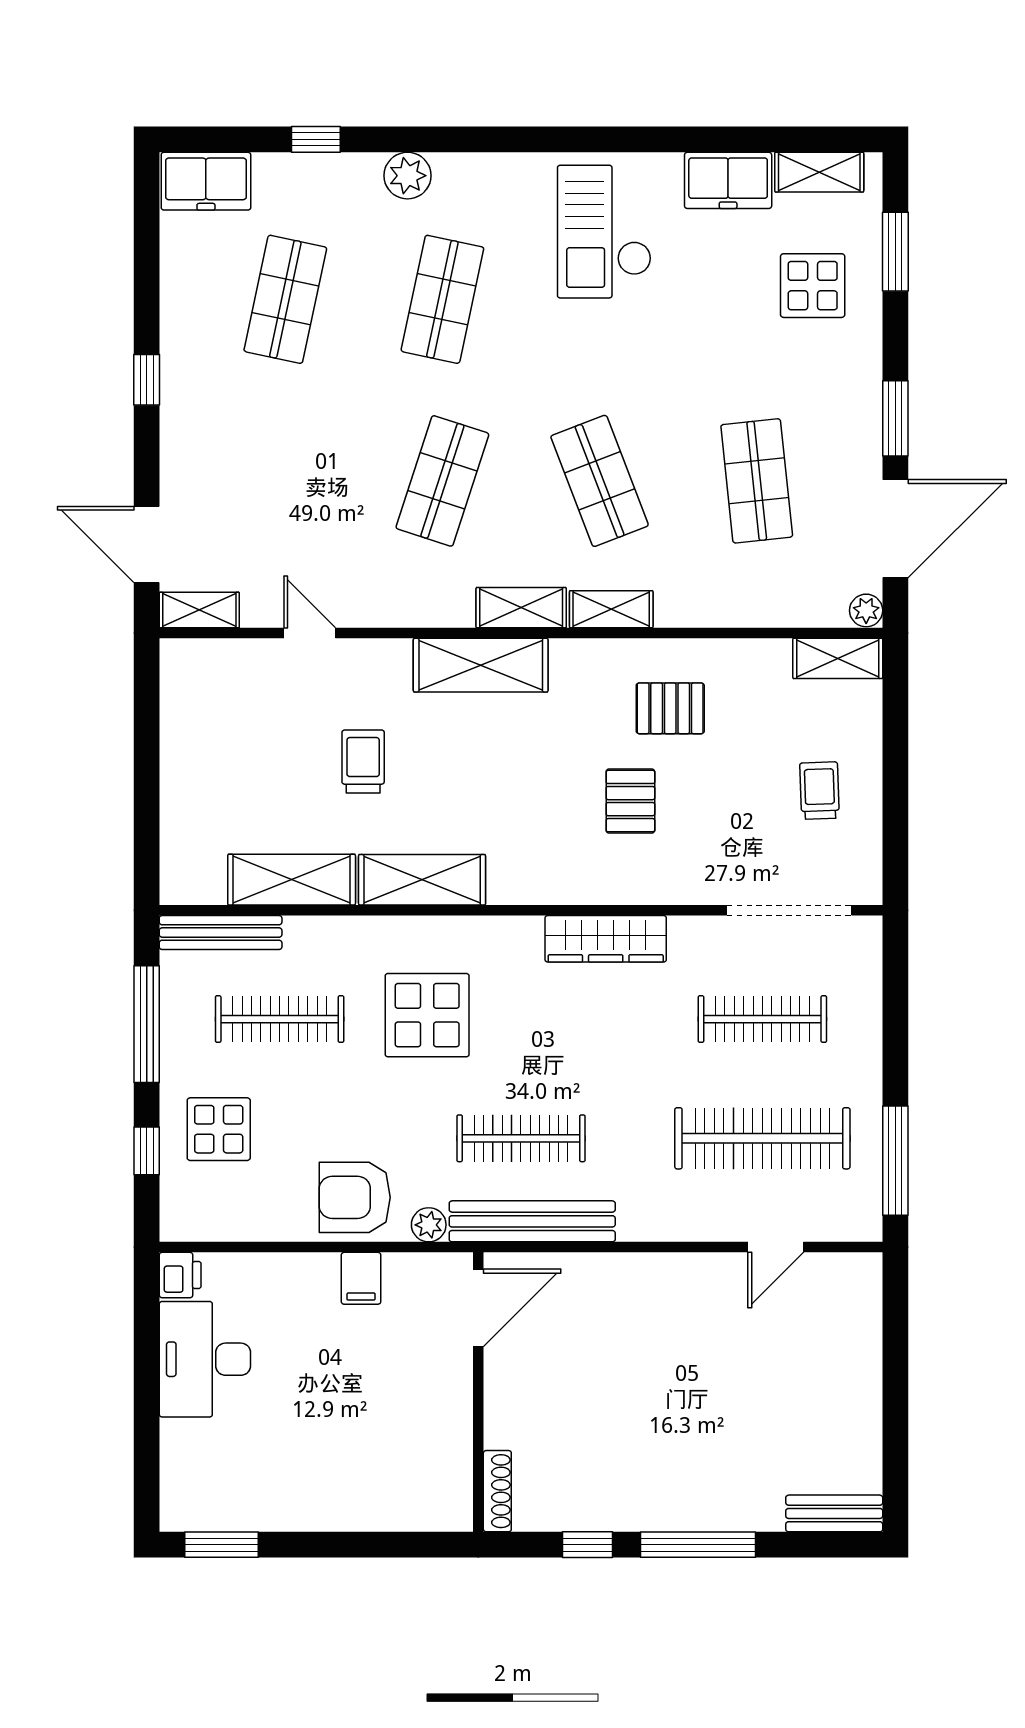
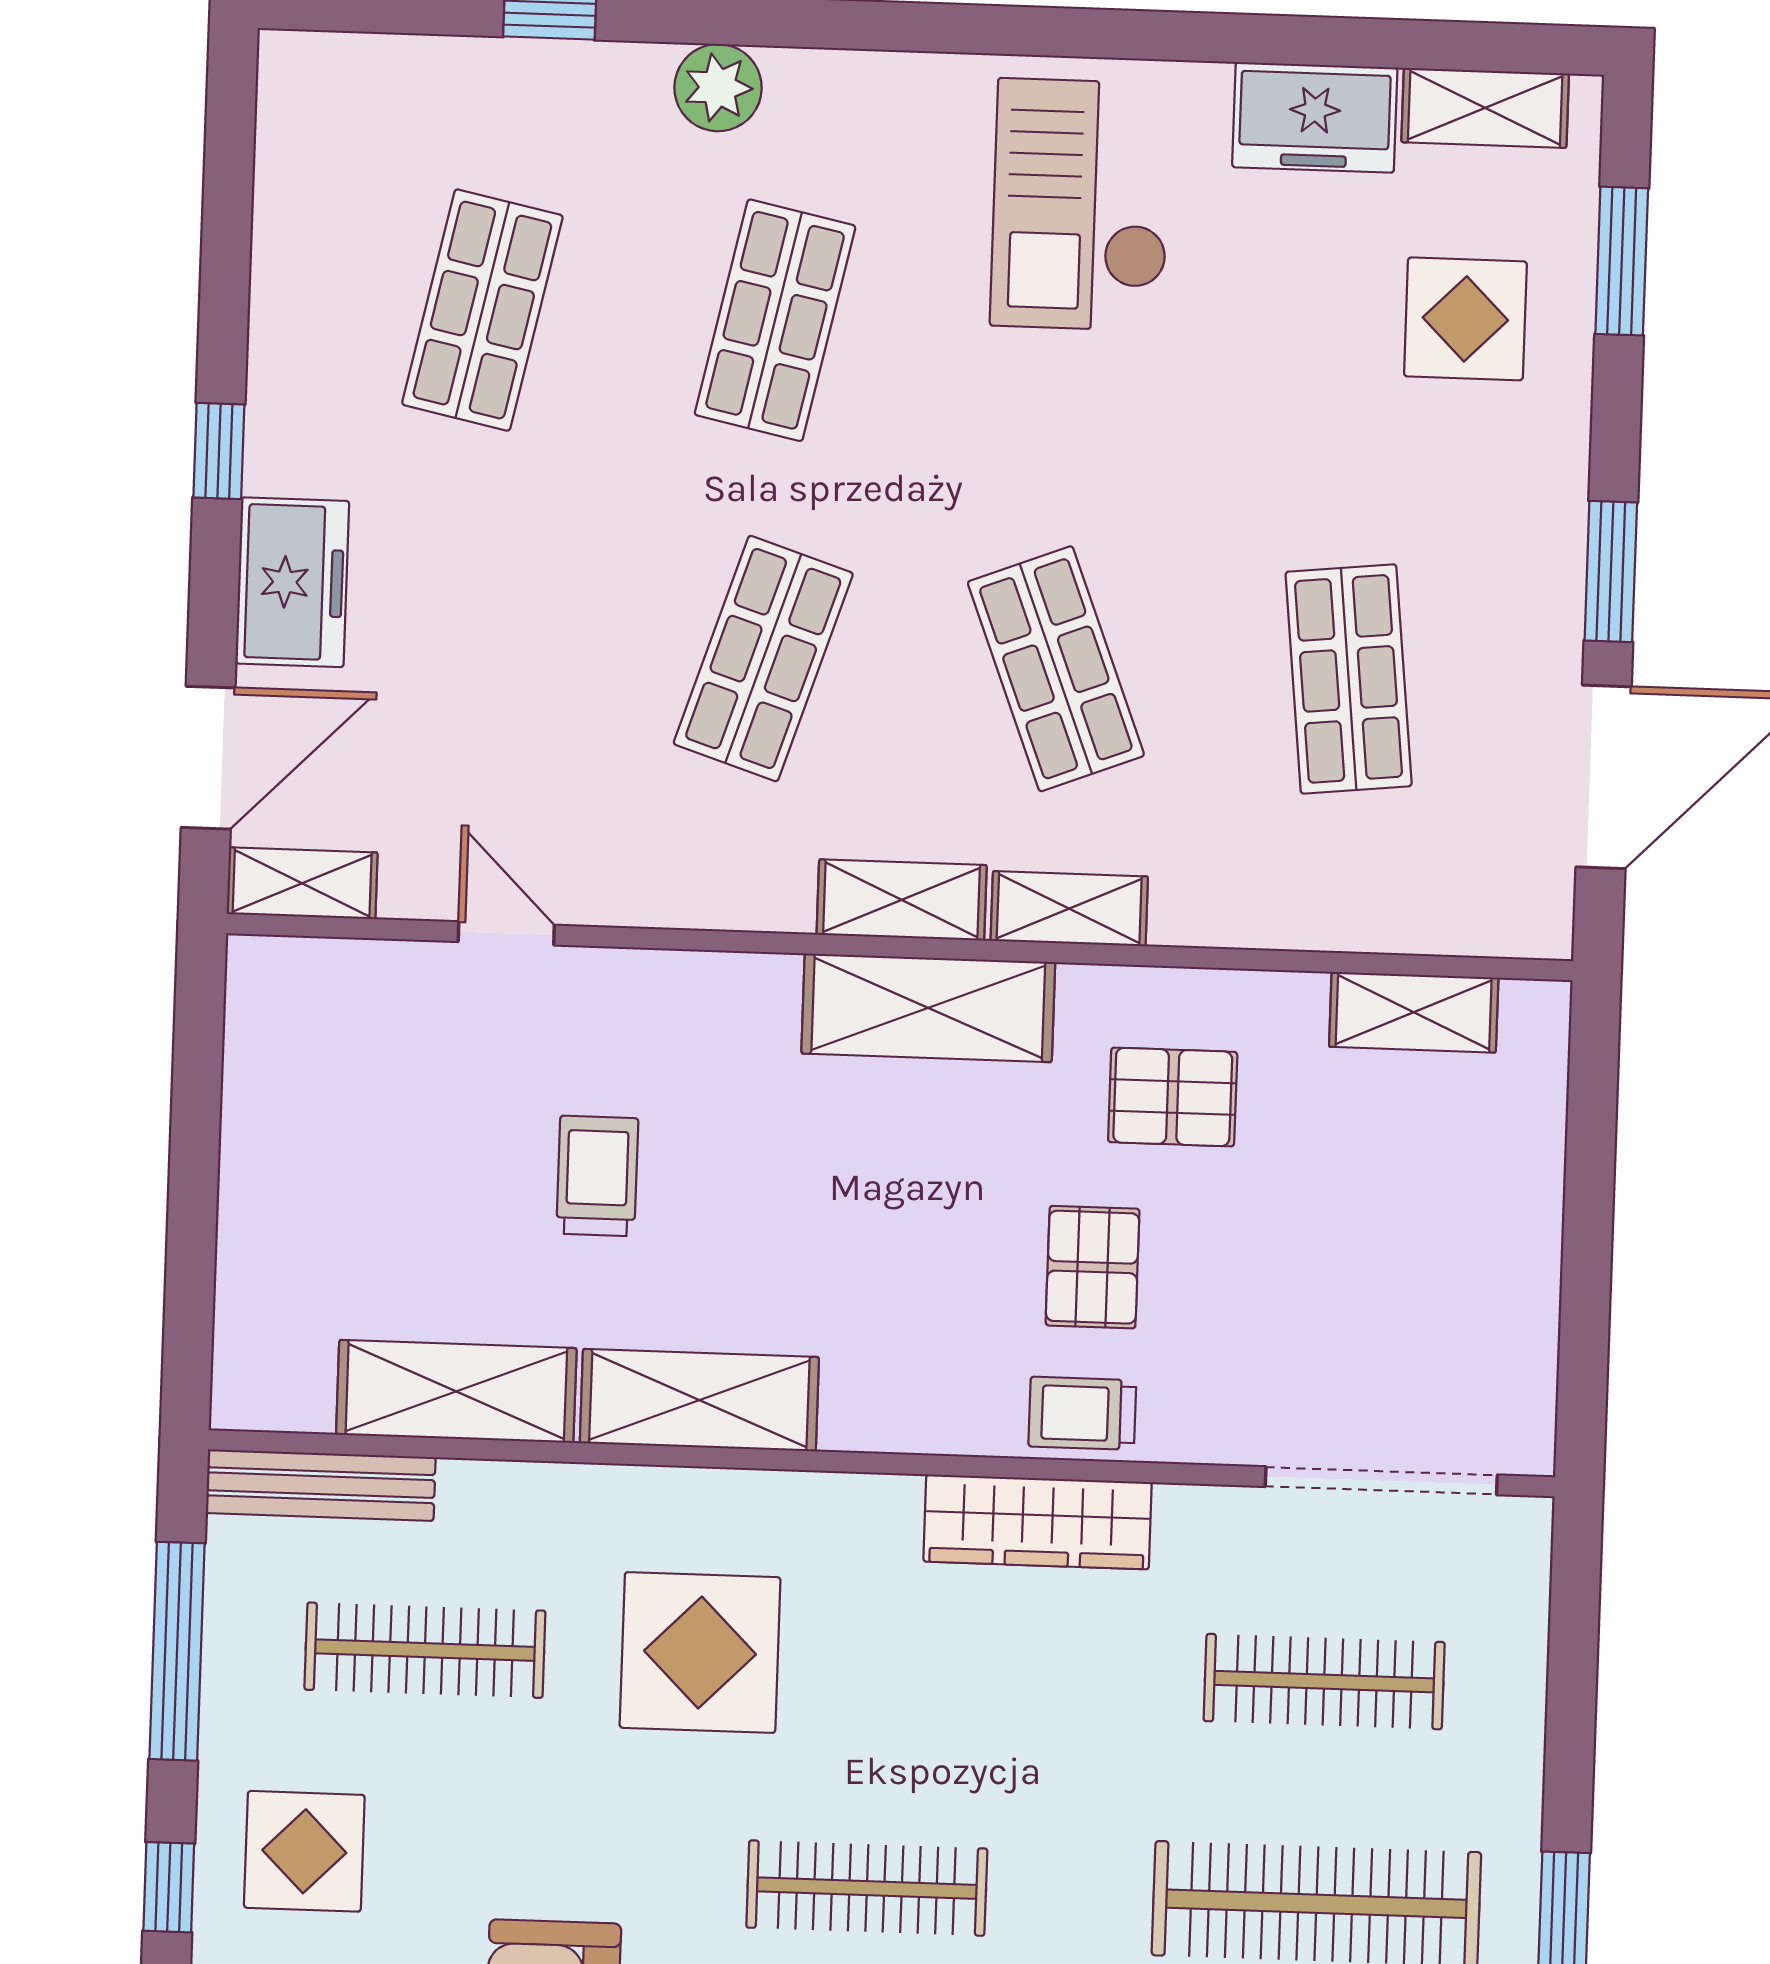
freezer: (206, 181) -> (292, 582), moved, turned -90
door: (147, 544) -> (208, 758), swing flipped
plant: (866, 610) -> (1544, 927), removed
shelving: (838, 658) -> (1414, 1012), moved
shelving: (481, 665) -> (928, 1008), moved
trolley: (820, 791) -> (1082, 1413), moved, turned -88

